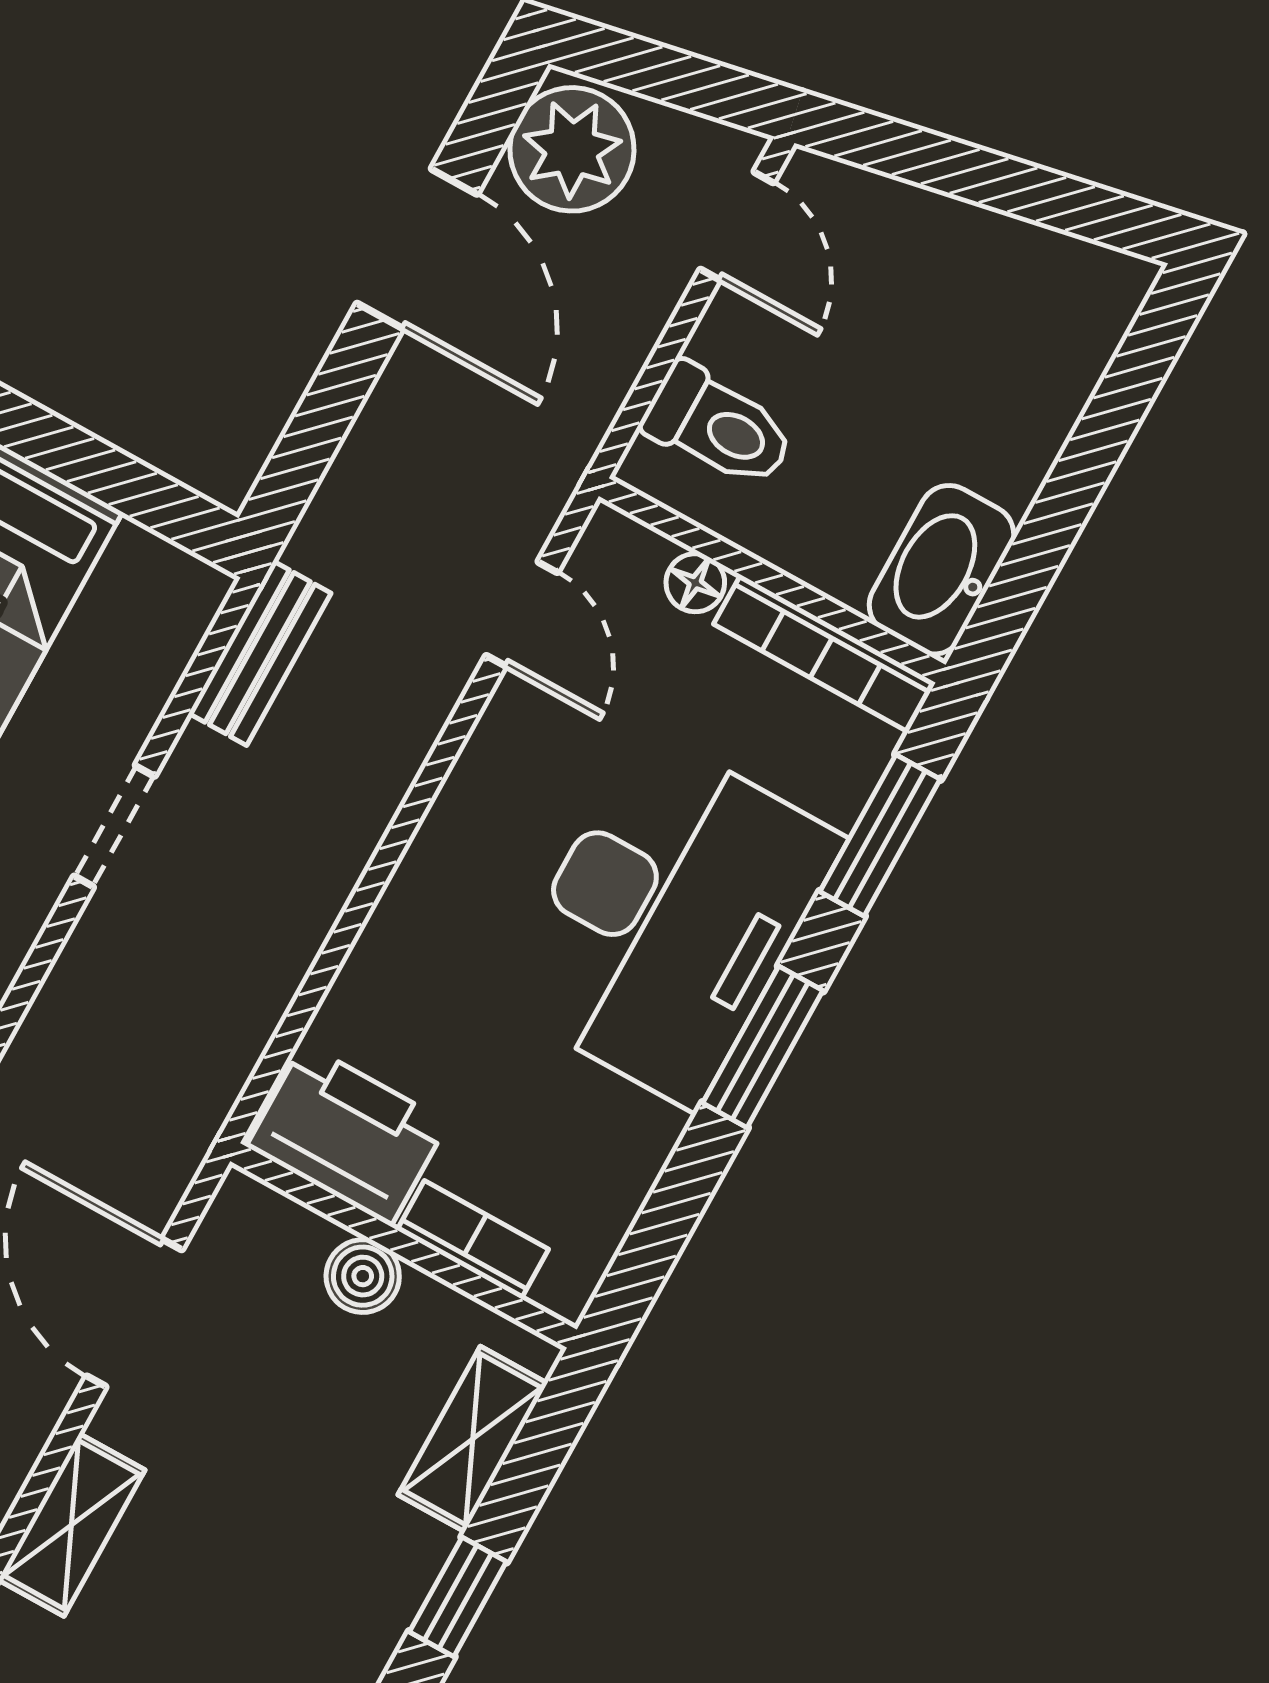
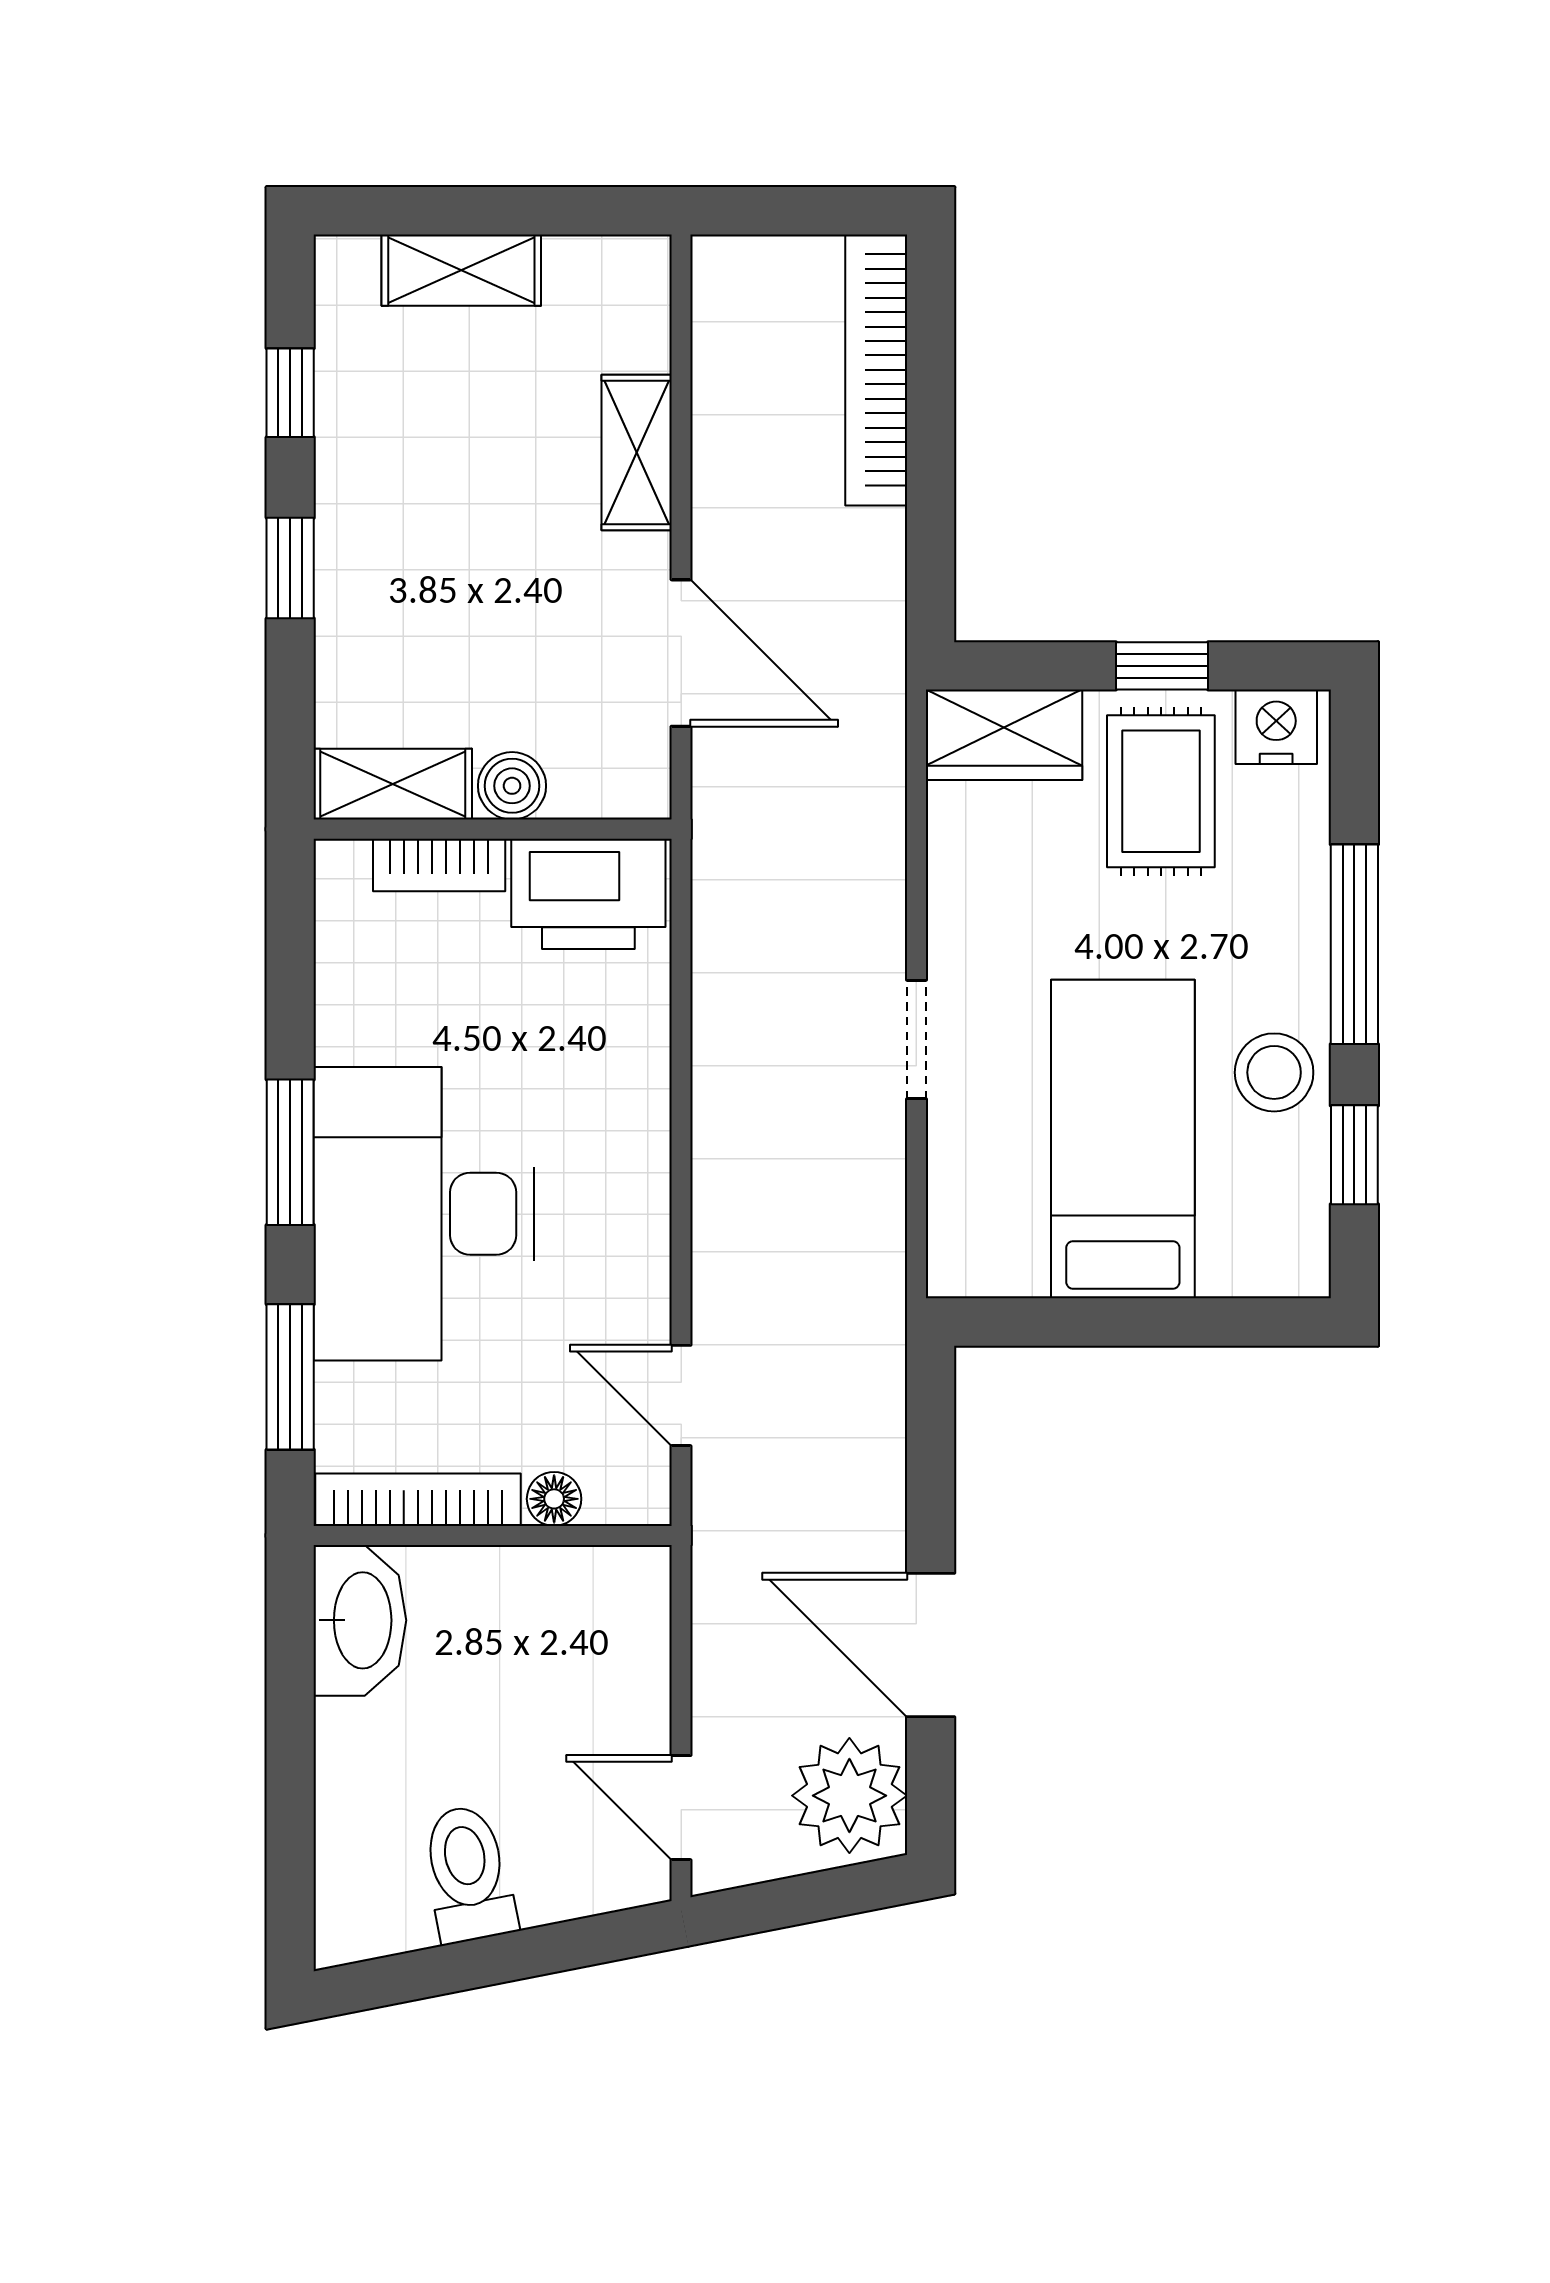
toilet: (719, 426) -> (468, 1874), moved, turned 79
bench: (260, 653) -> (876, 1246), removed
shelving: (473, 1439) -> (393, 784), moved, turned 90

